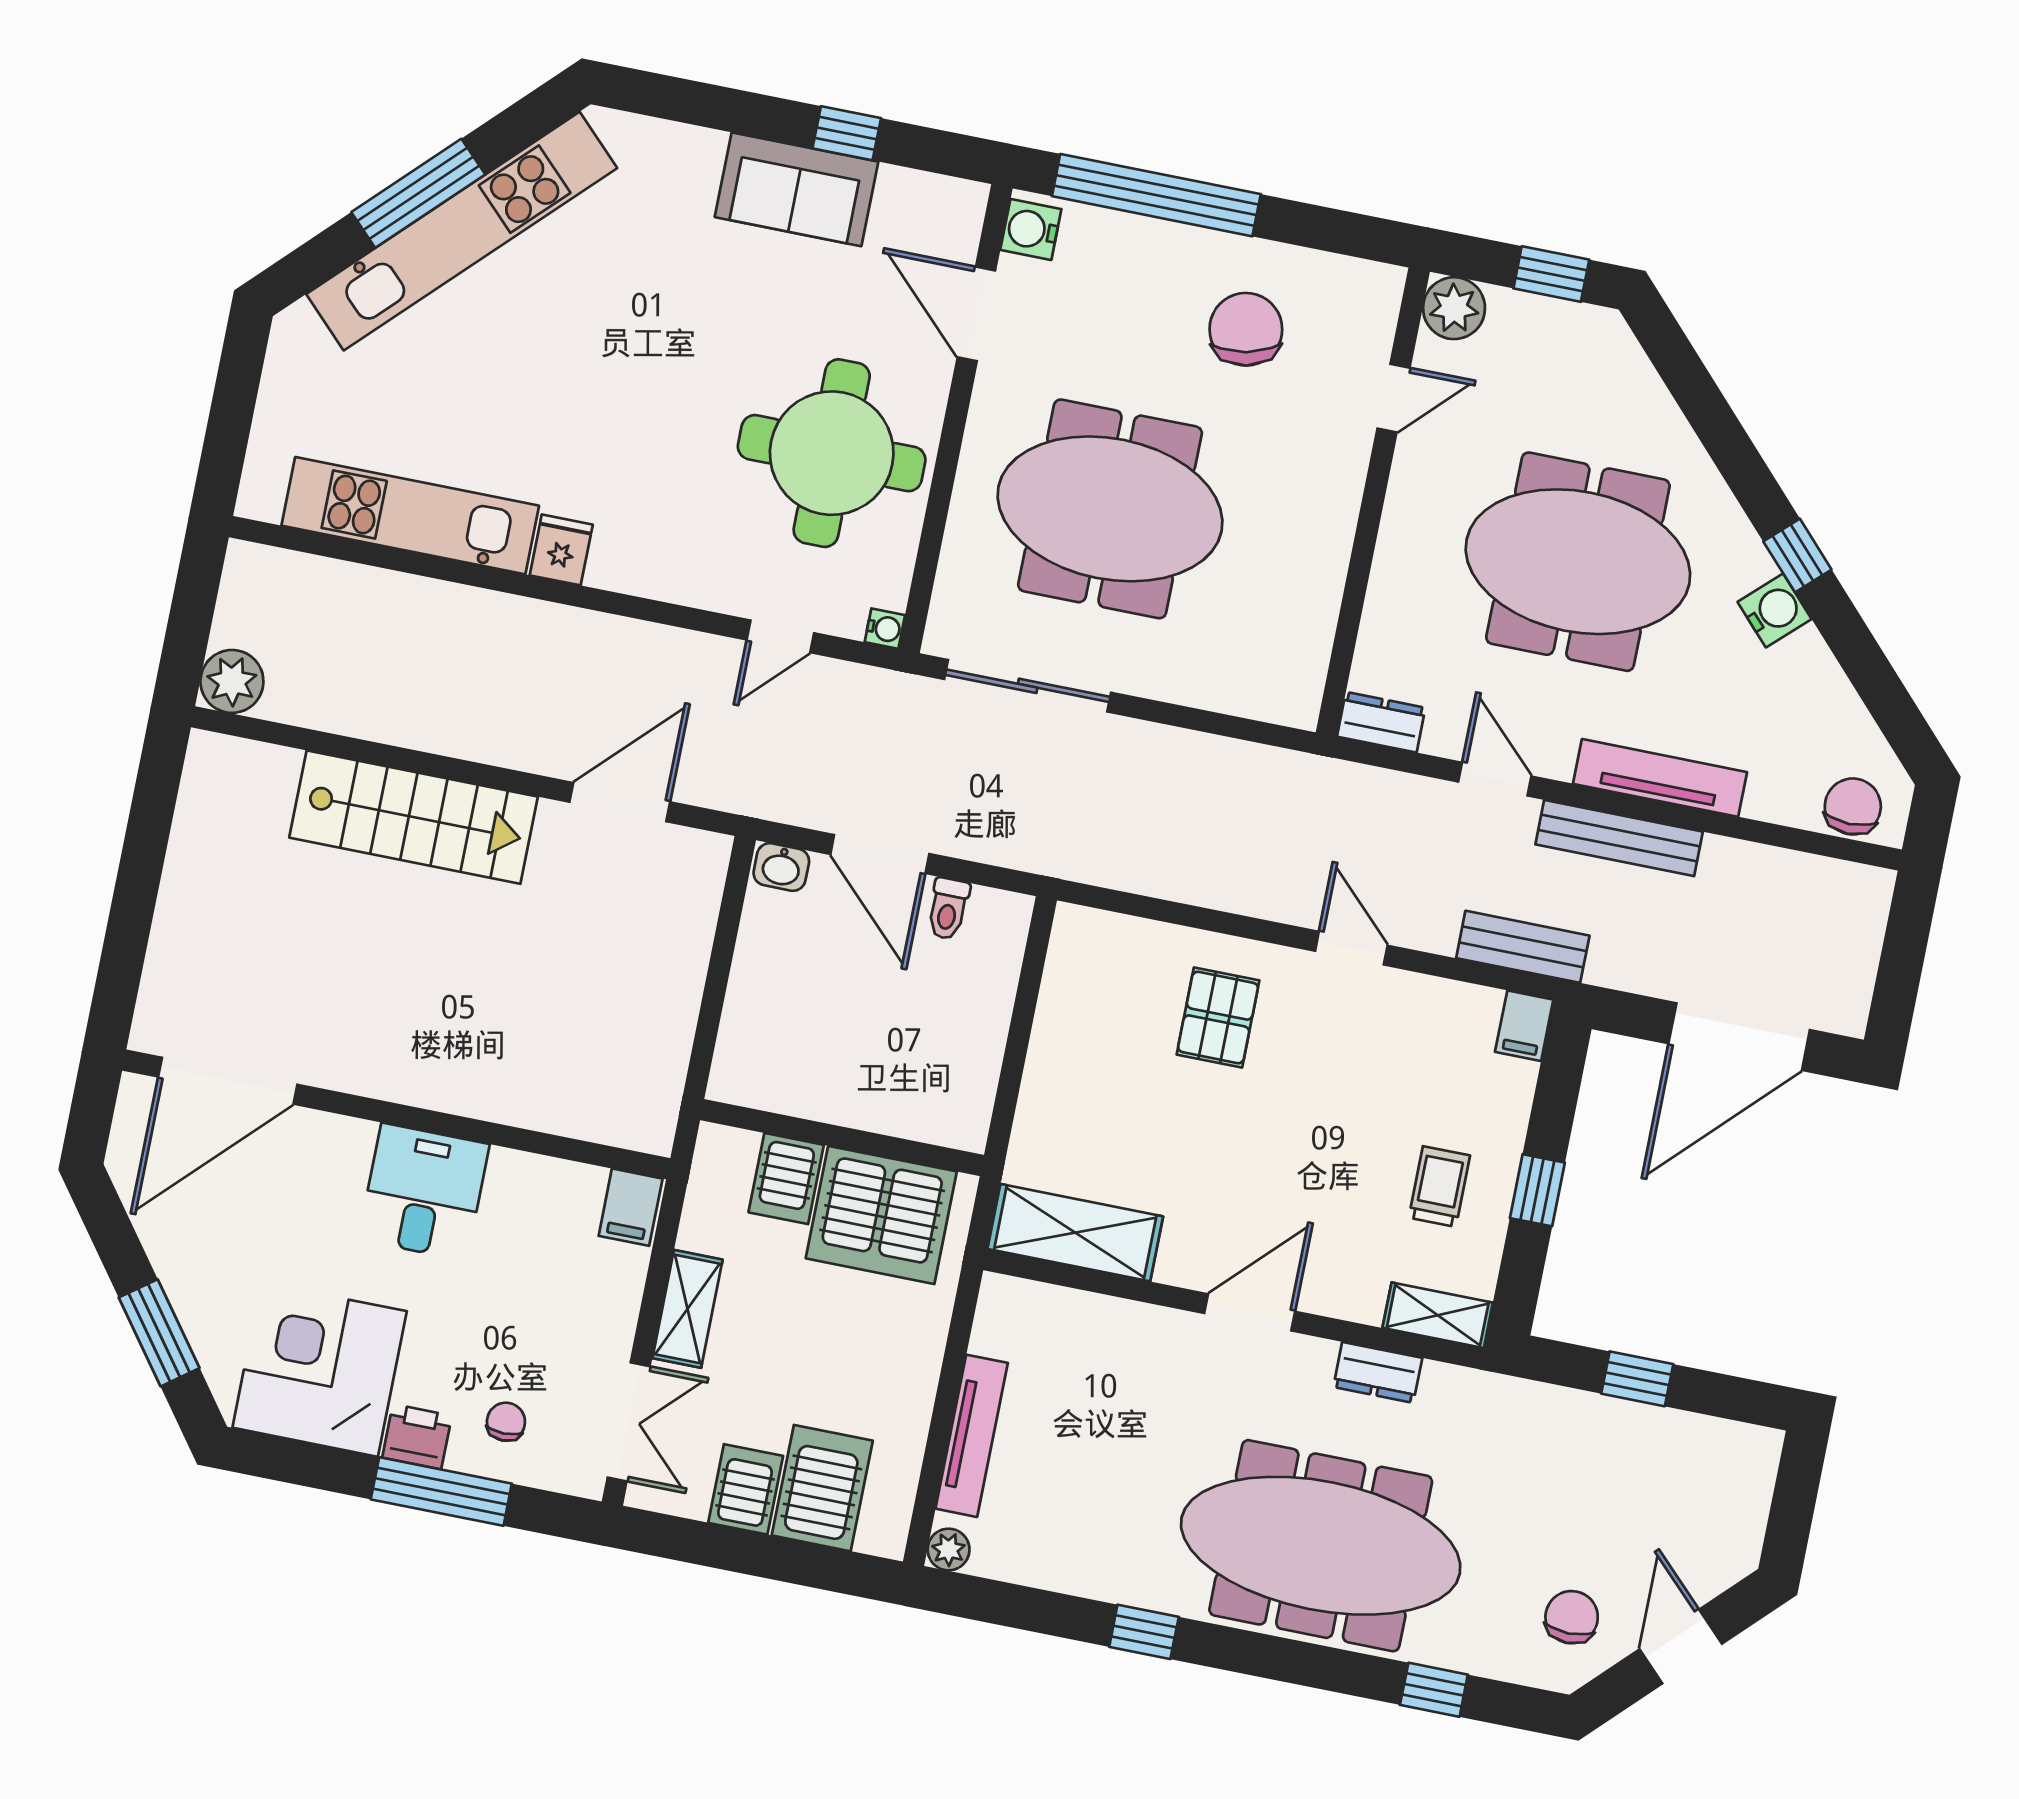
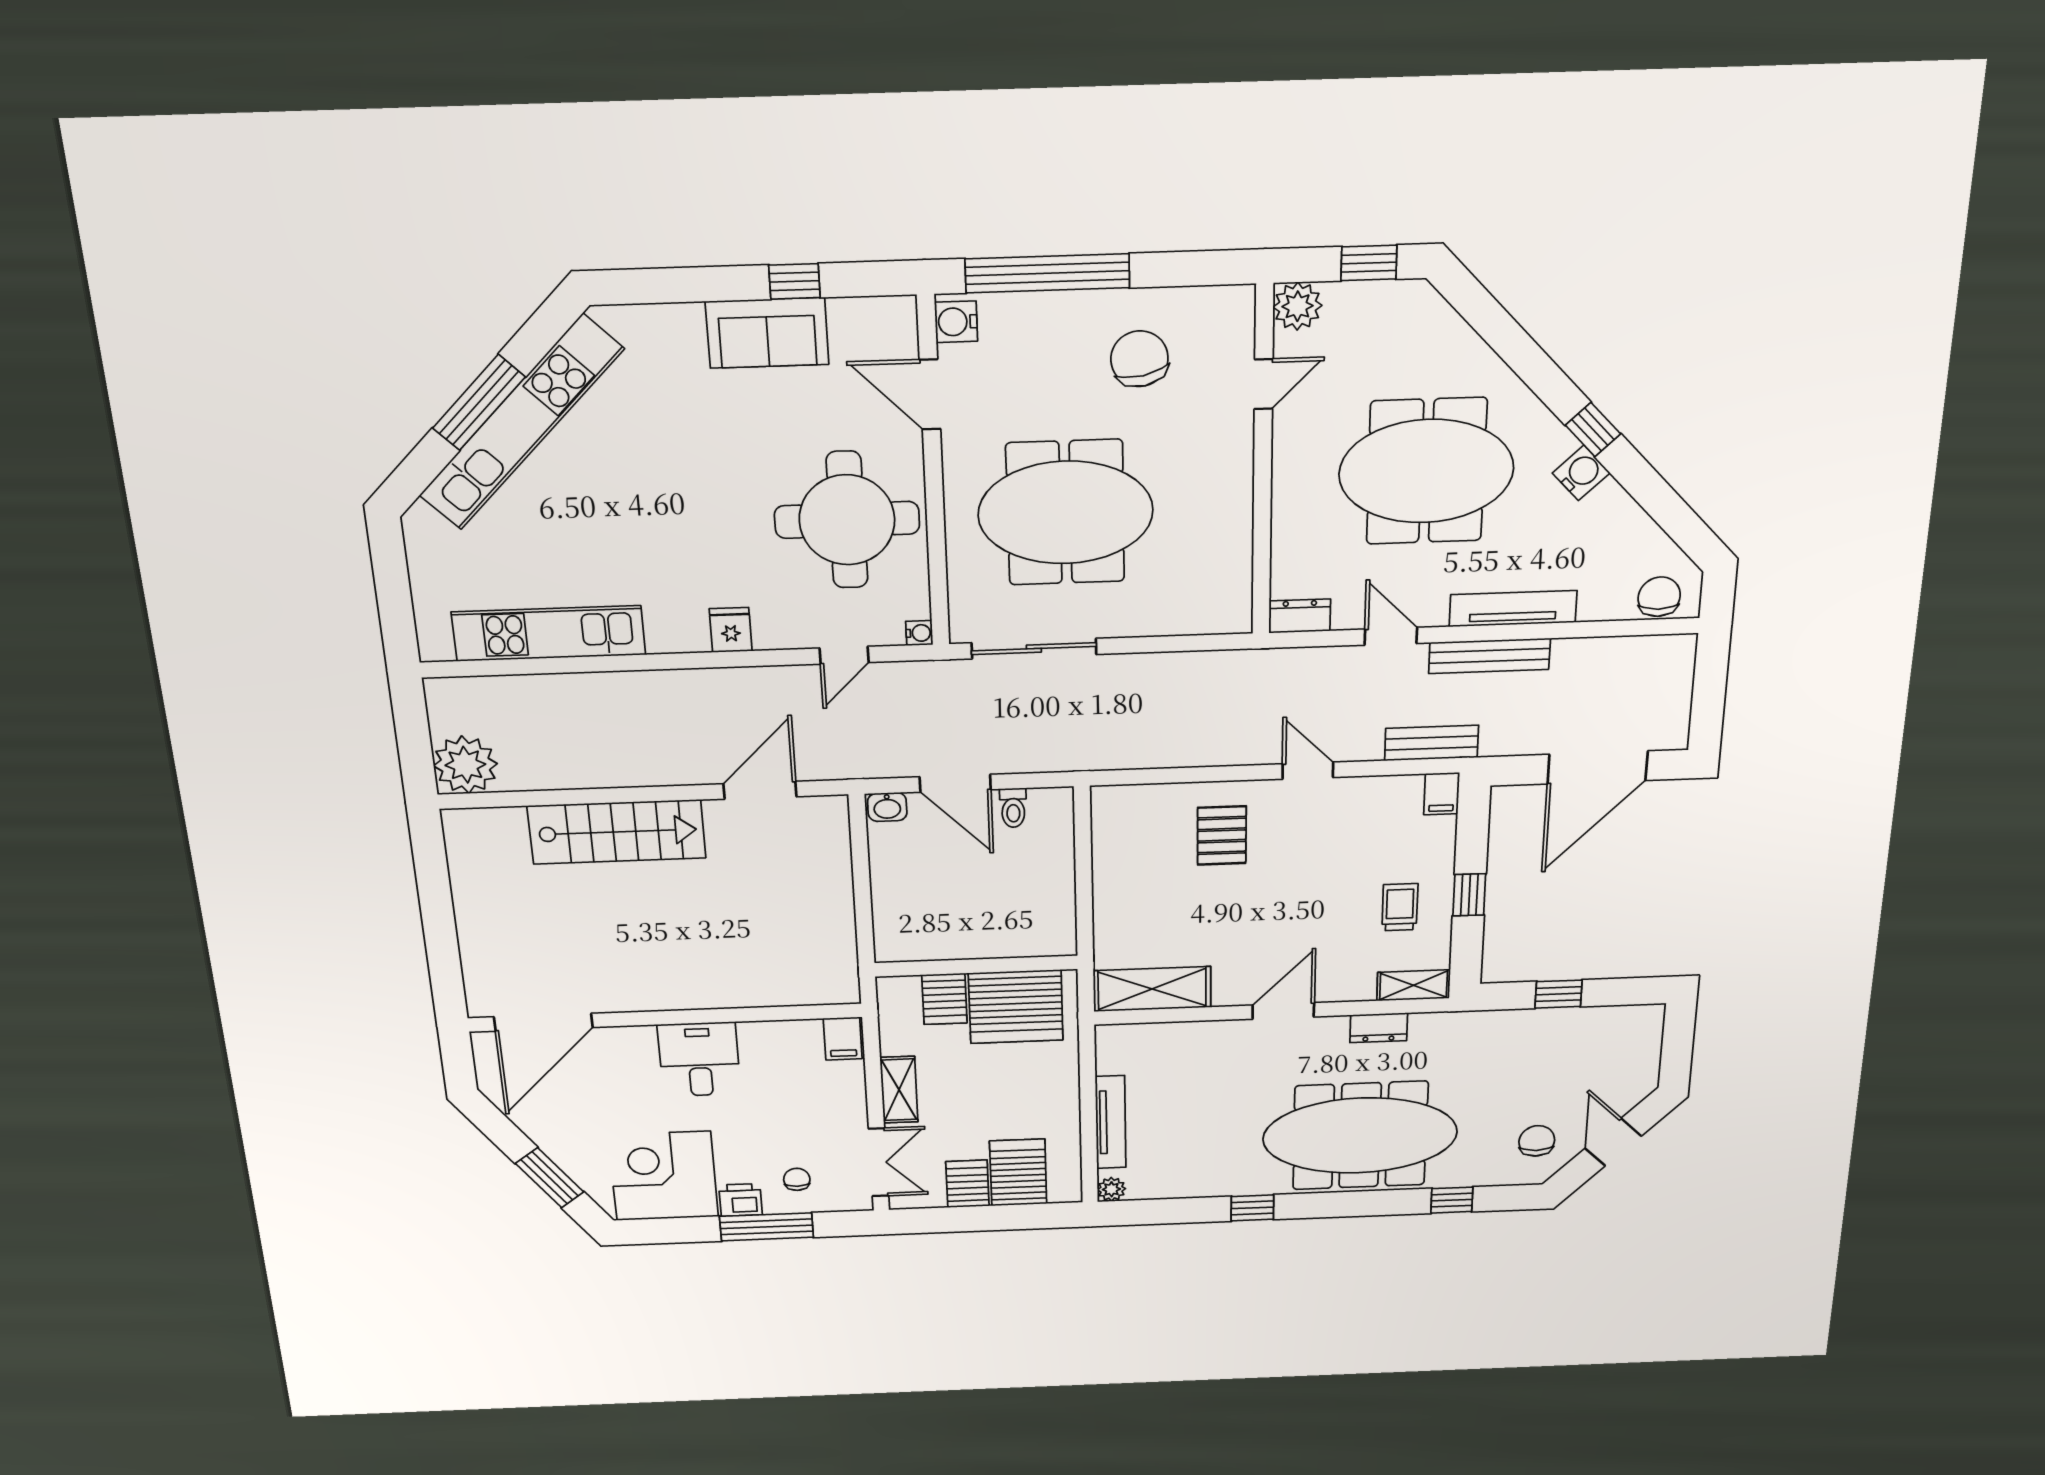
fridge: (561, 550) -> (731, 630), moved
plant: (232, 681) -> (465, 765), width x1.36, depth x1.36

